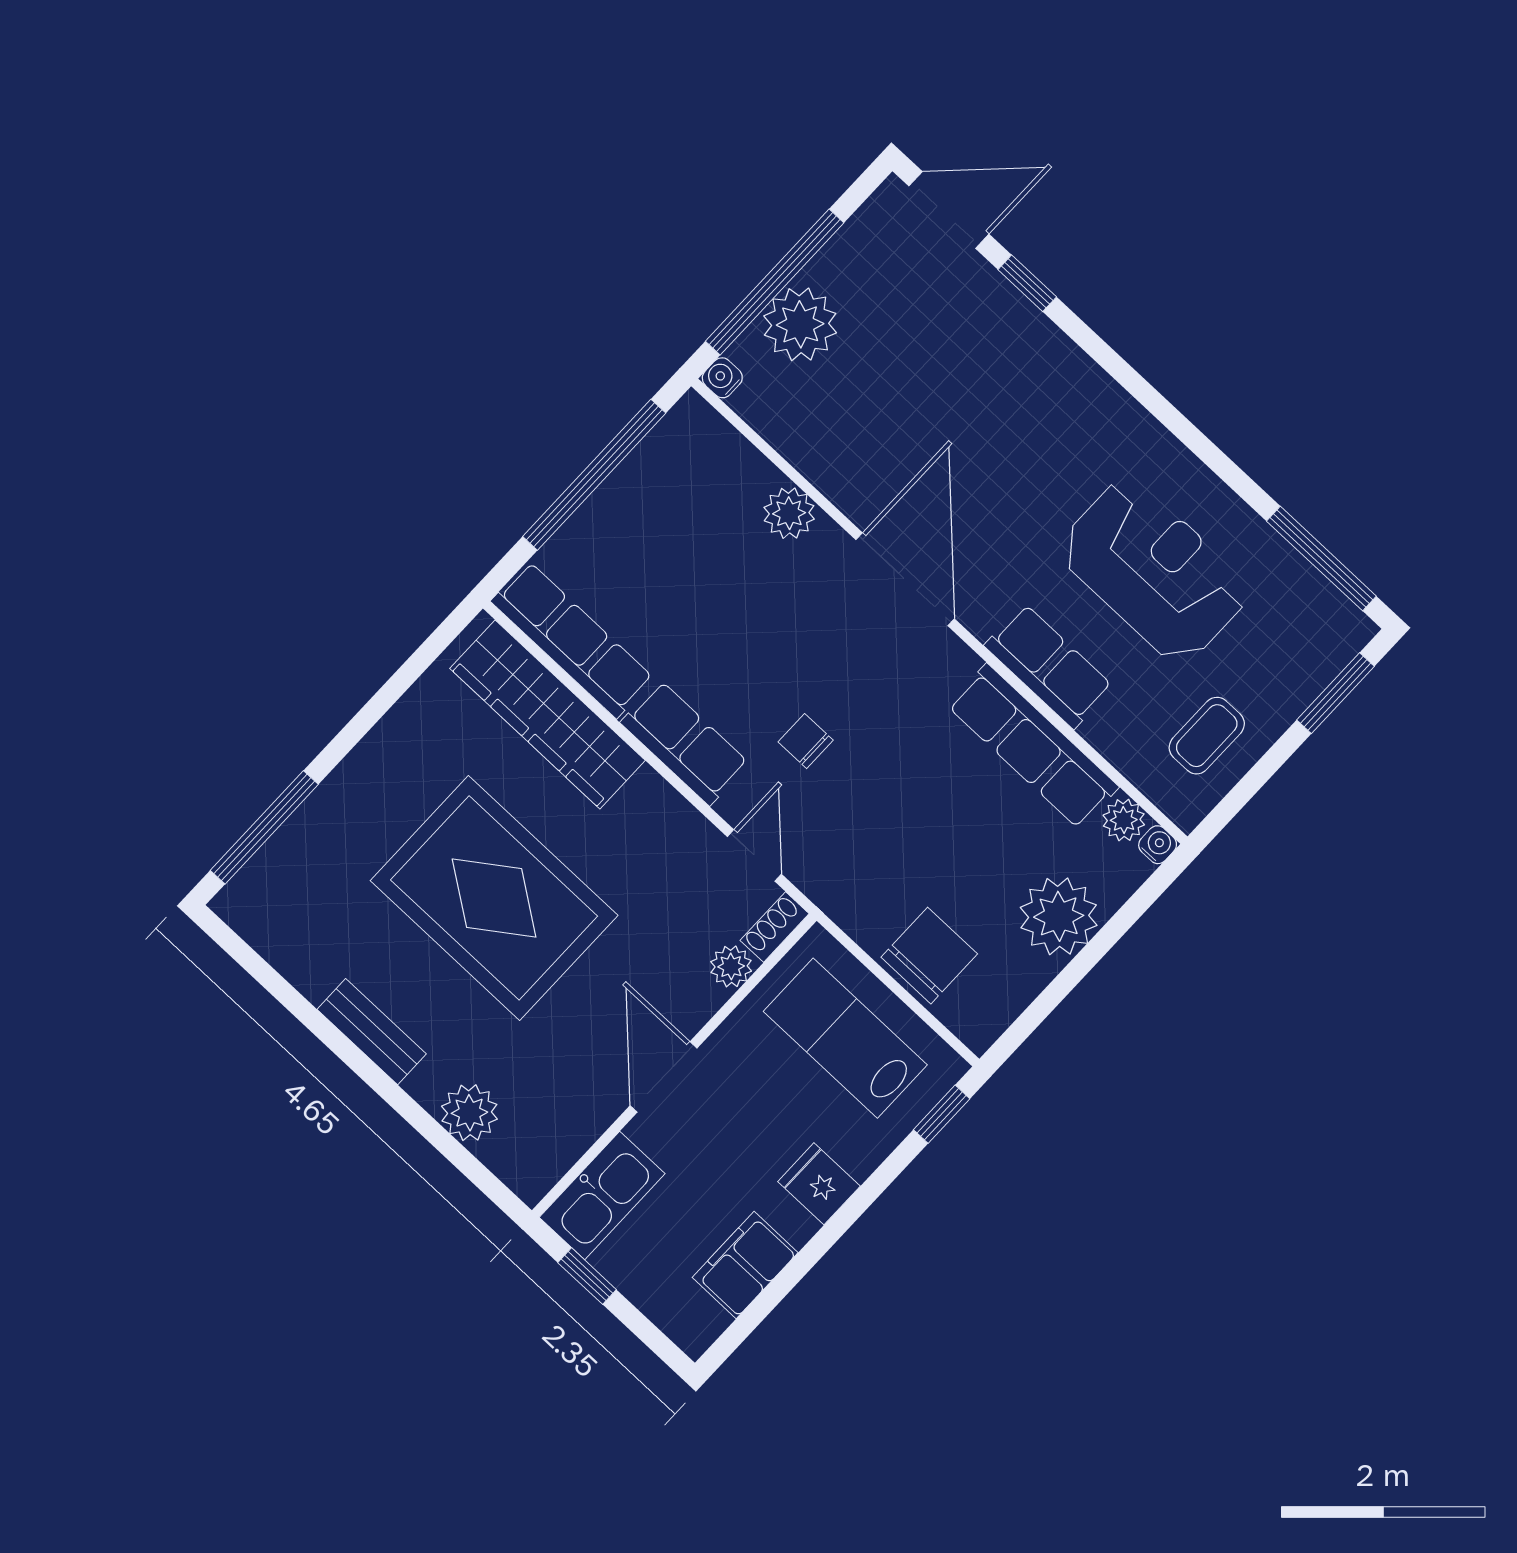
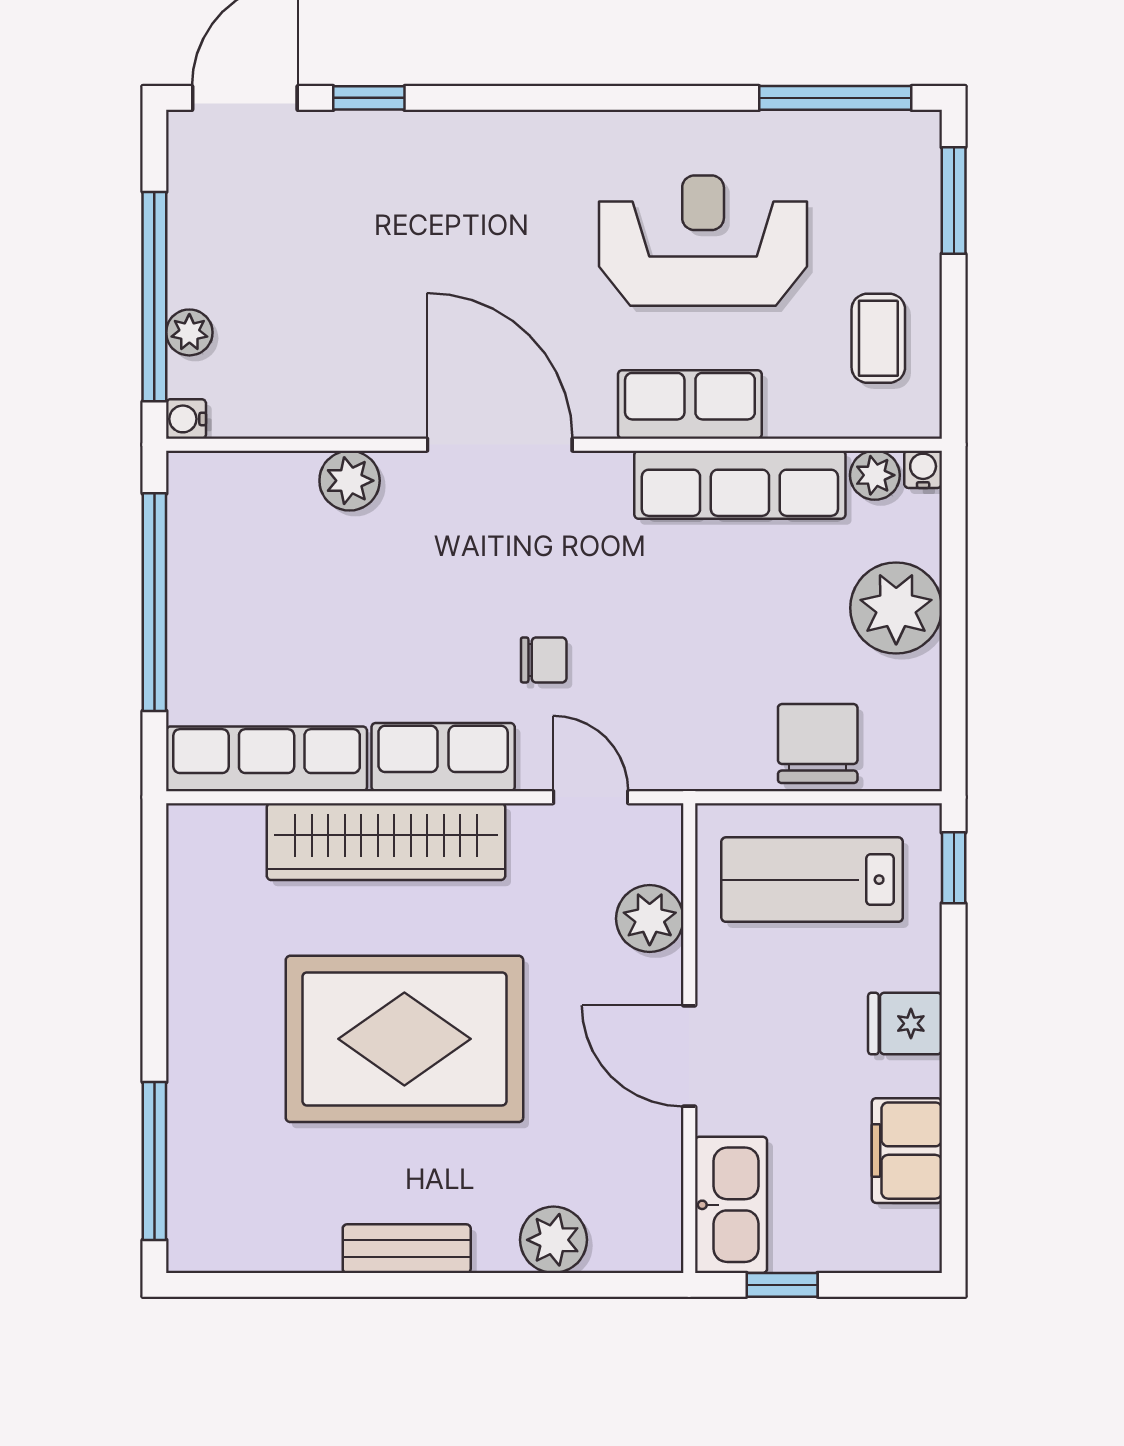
plant: (800, 324) -> (189, 332), width x0.53, depth x0.53
wardrobe: (548, 714) -> (386, 842), moved
chair: (806, 741) -> (544, 660), turned 180
shoe rack: (775, 927) -> (665, 842), removed
plant: (731, 966) -> (650, 919), width x1.38, depth x1.38

